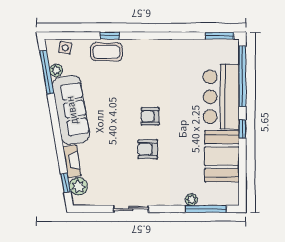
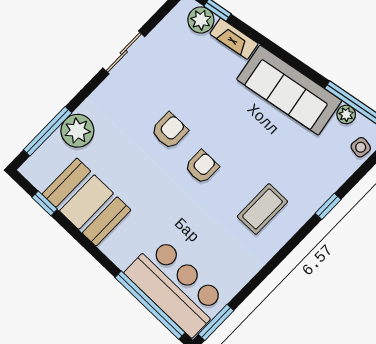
coffee table: (106, 52) -> (262, 209), moved
bar counter: (221, 97) -> (176, 287), moved
window: (242, 129) -> (45, 203), moved
plant: (191, 200) -> (77, 131), width x1.88, depth x1.88

